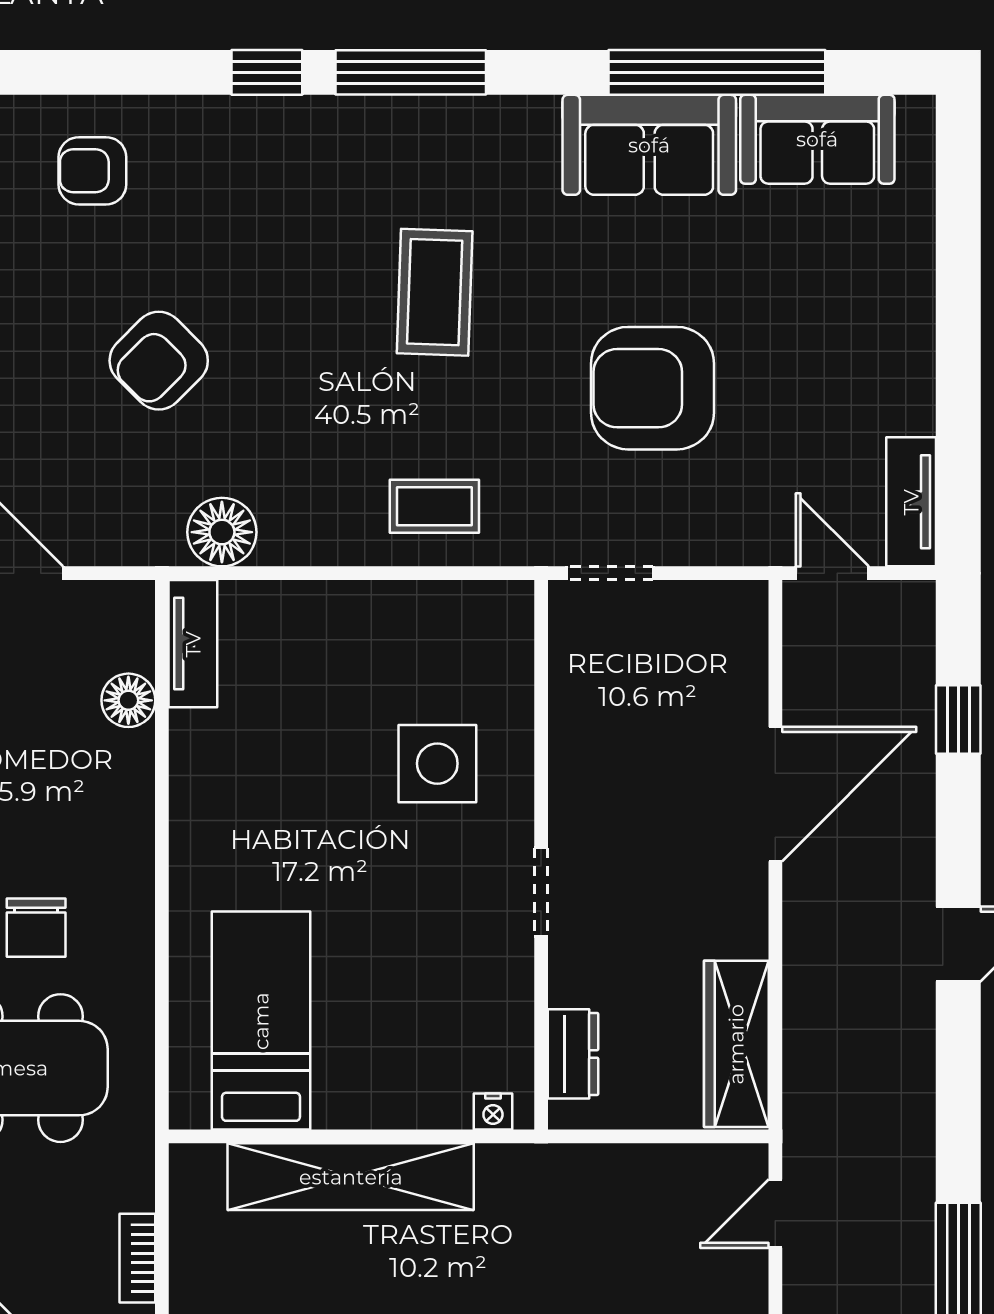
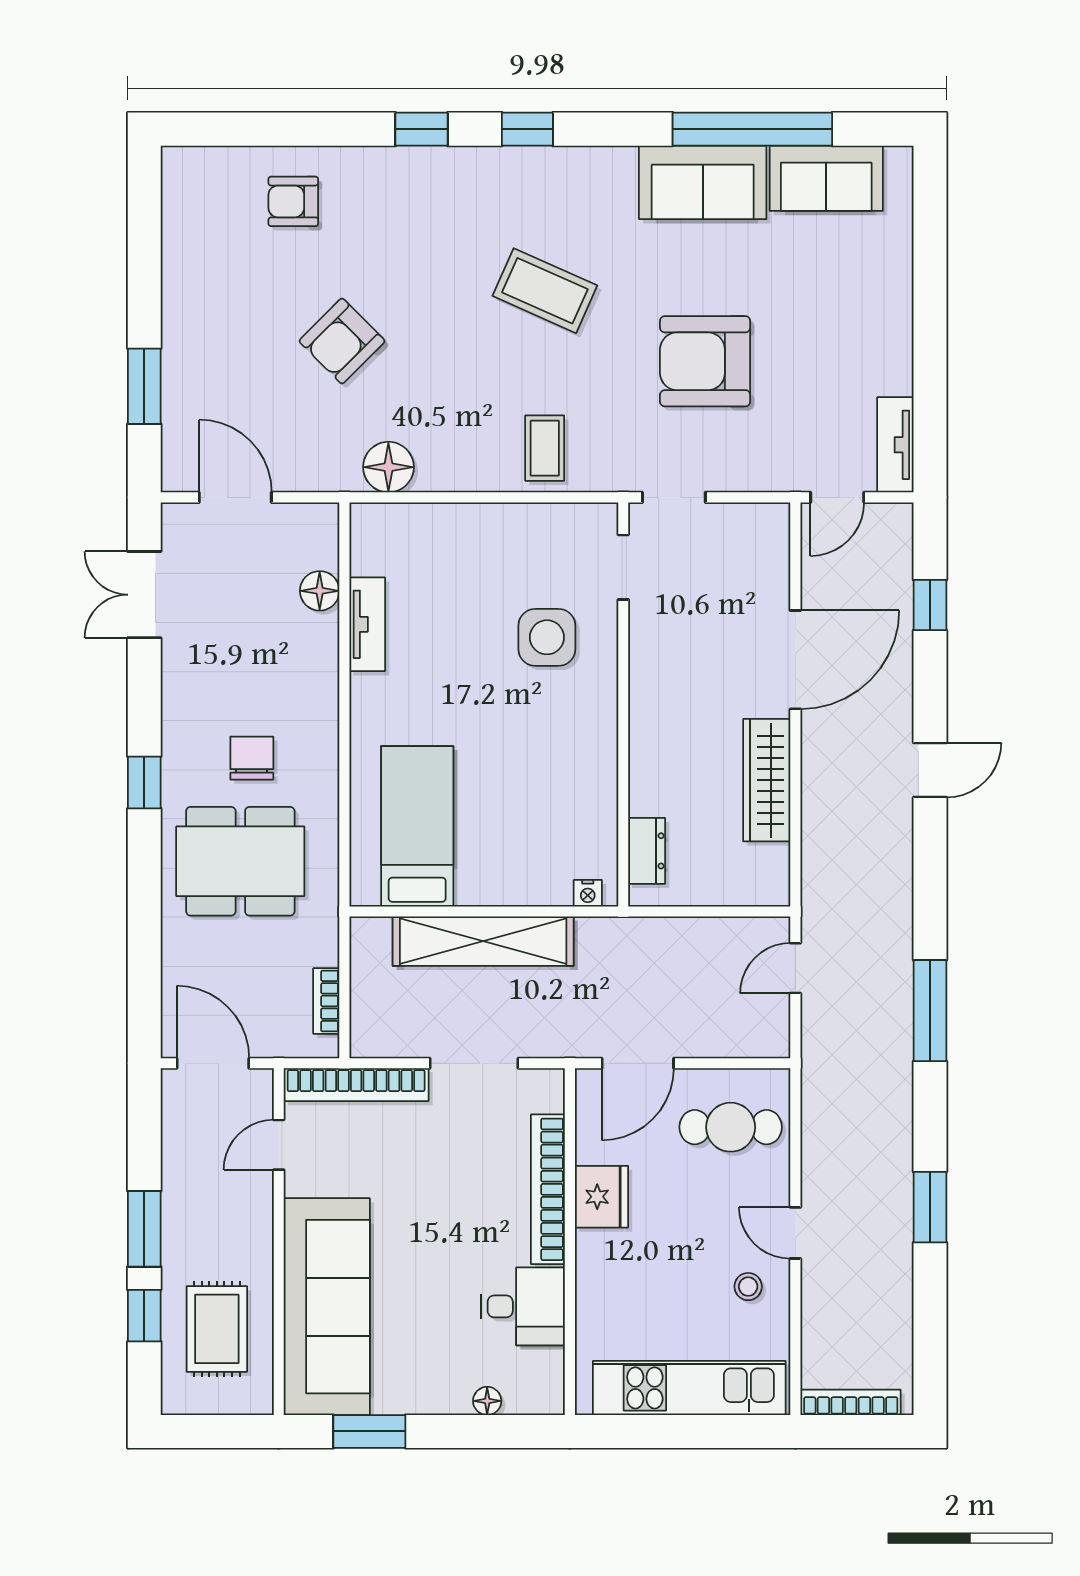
window: (411, 72) -> (527, 129), width x0.46
coffee table: (435, 292) -> (545, 291), turned -68
coffee table: (434, 506) -> (545, 448), turned 90
door: (832, 573) -> (837, 497), swing flipped
tv unit: (193, 644) -> (367, 624), moved
doorway: (541, 892) -> (623, 567), moved
chair: (36, 928) -> (252, 758), turned 180
wardrobe: (736, 1044) -> (767, 780), moved

